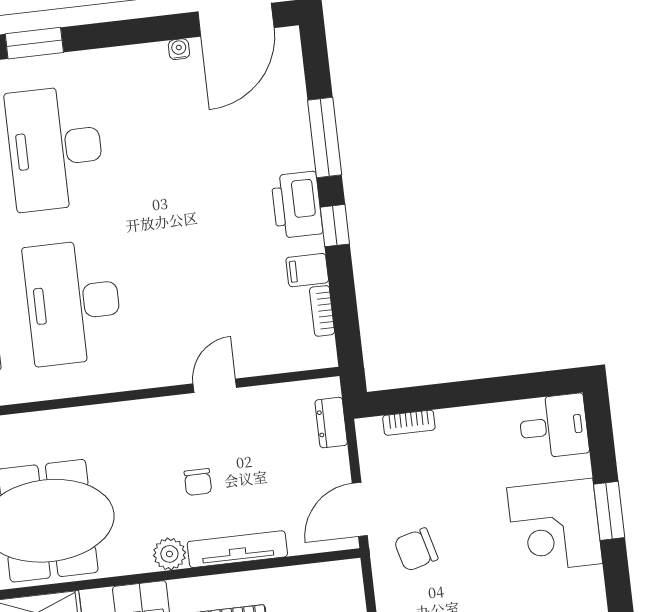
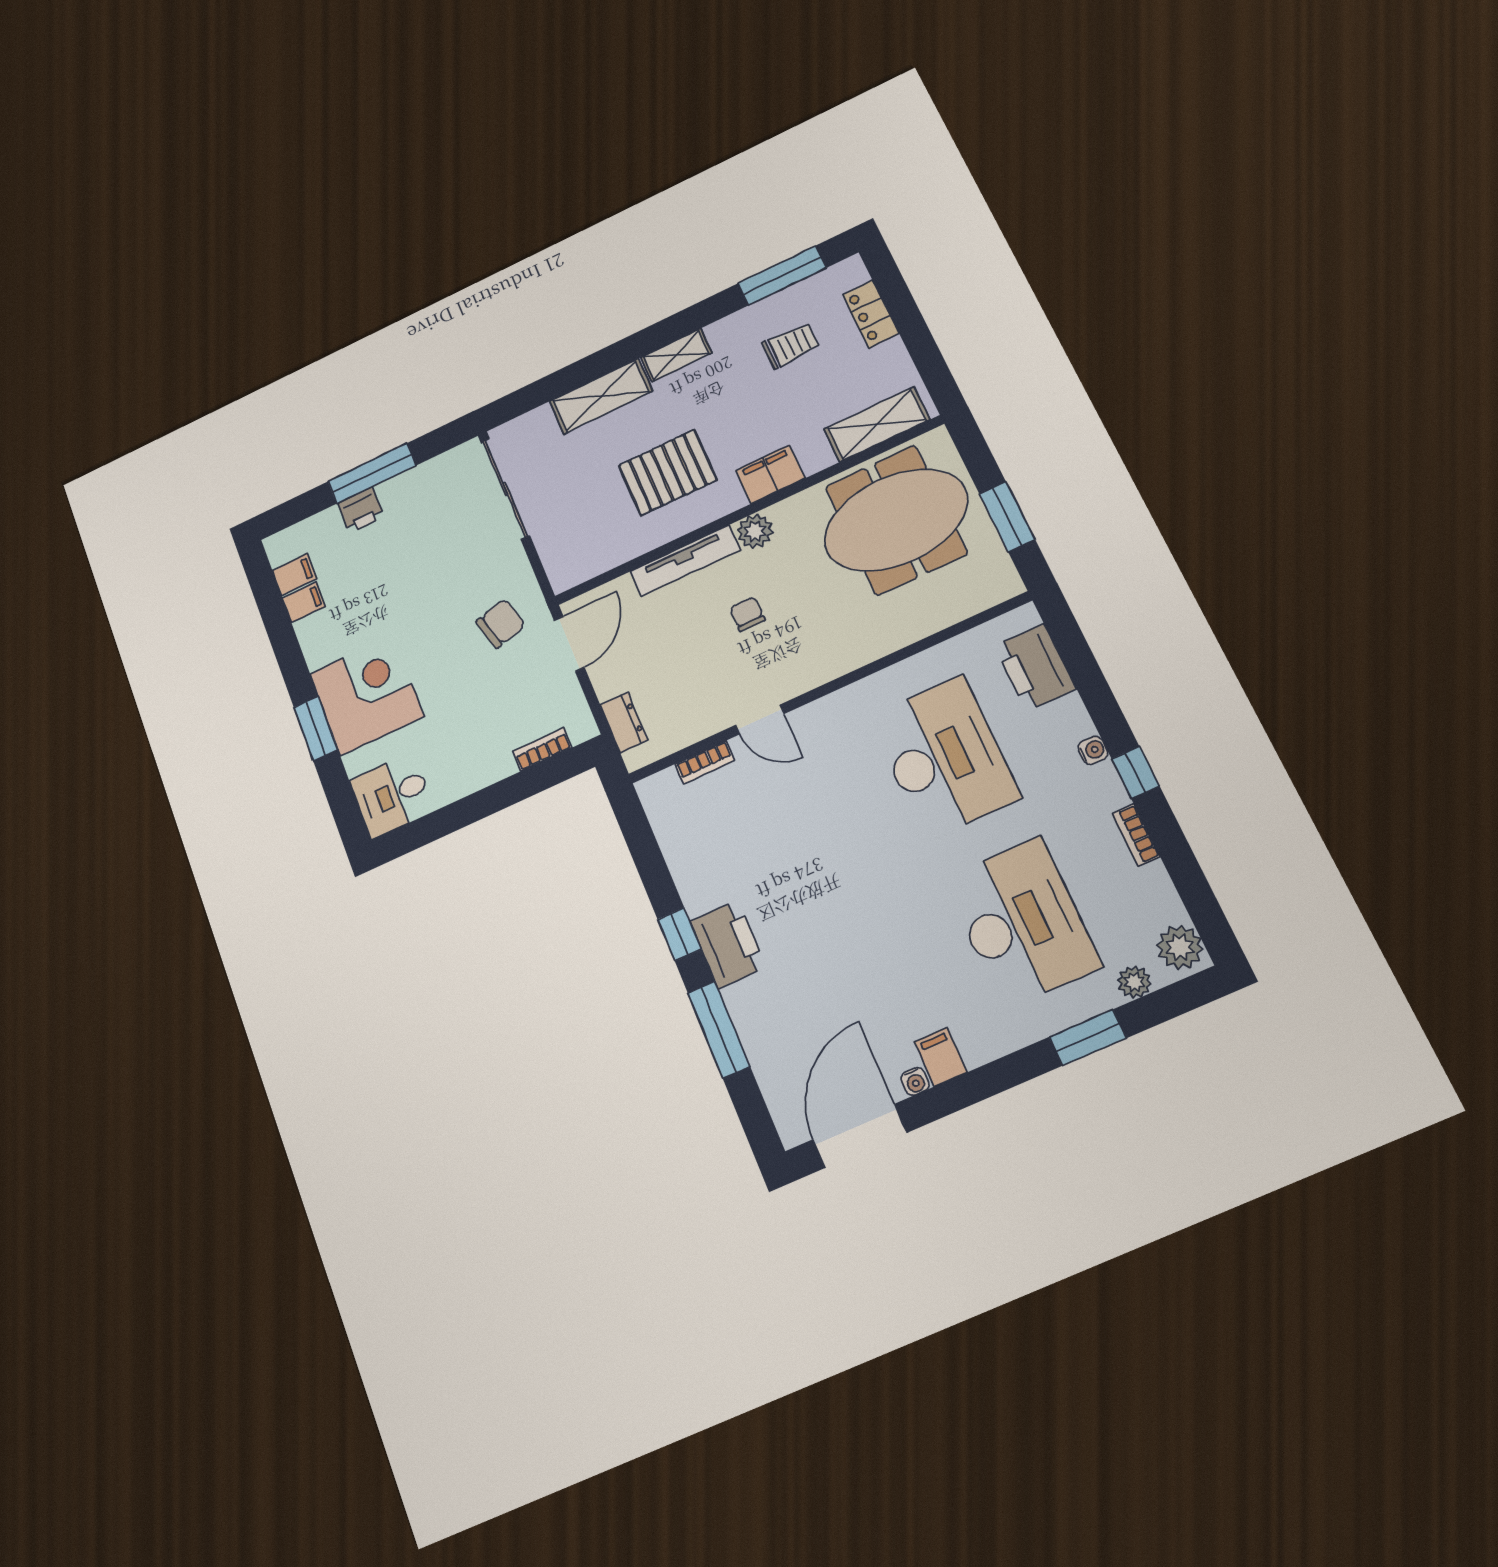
filing cabinet: (307, 270) -> (941, 1057), moved, turned -90
bookcase: (322, 311) -> (705, 762), moved, turned 90
door: (215, 386) -> (760, 720), hinge flipped

